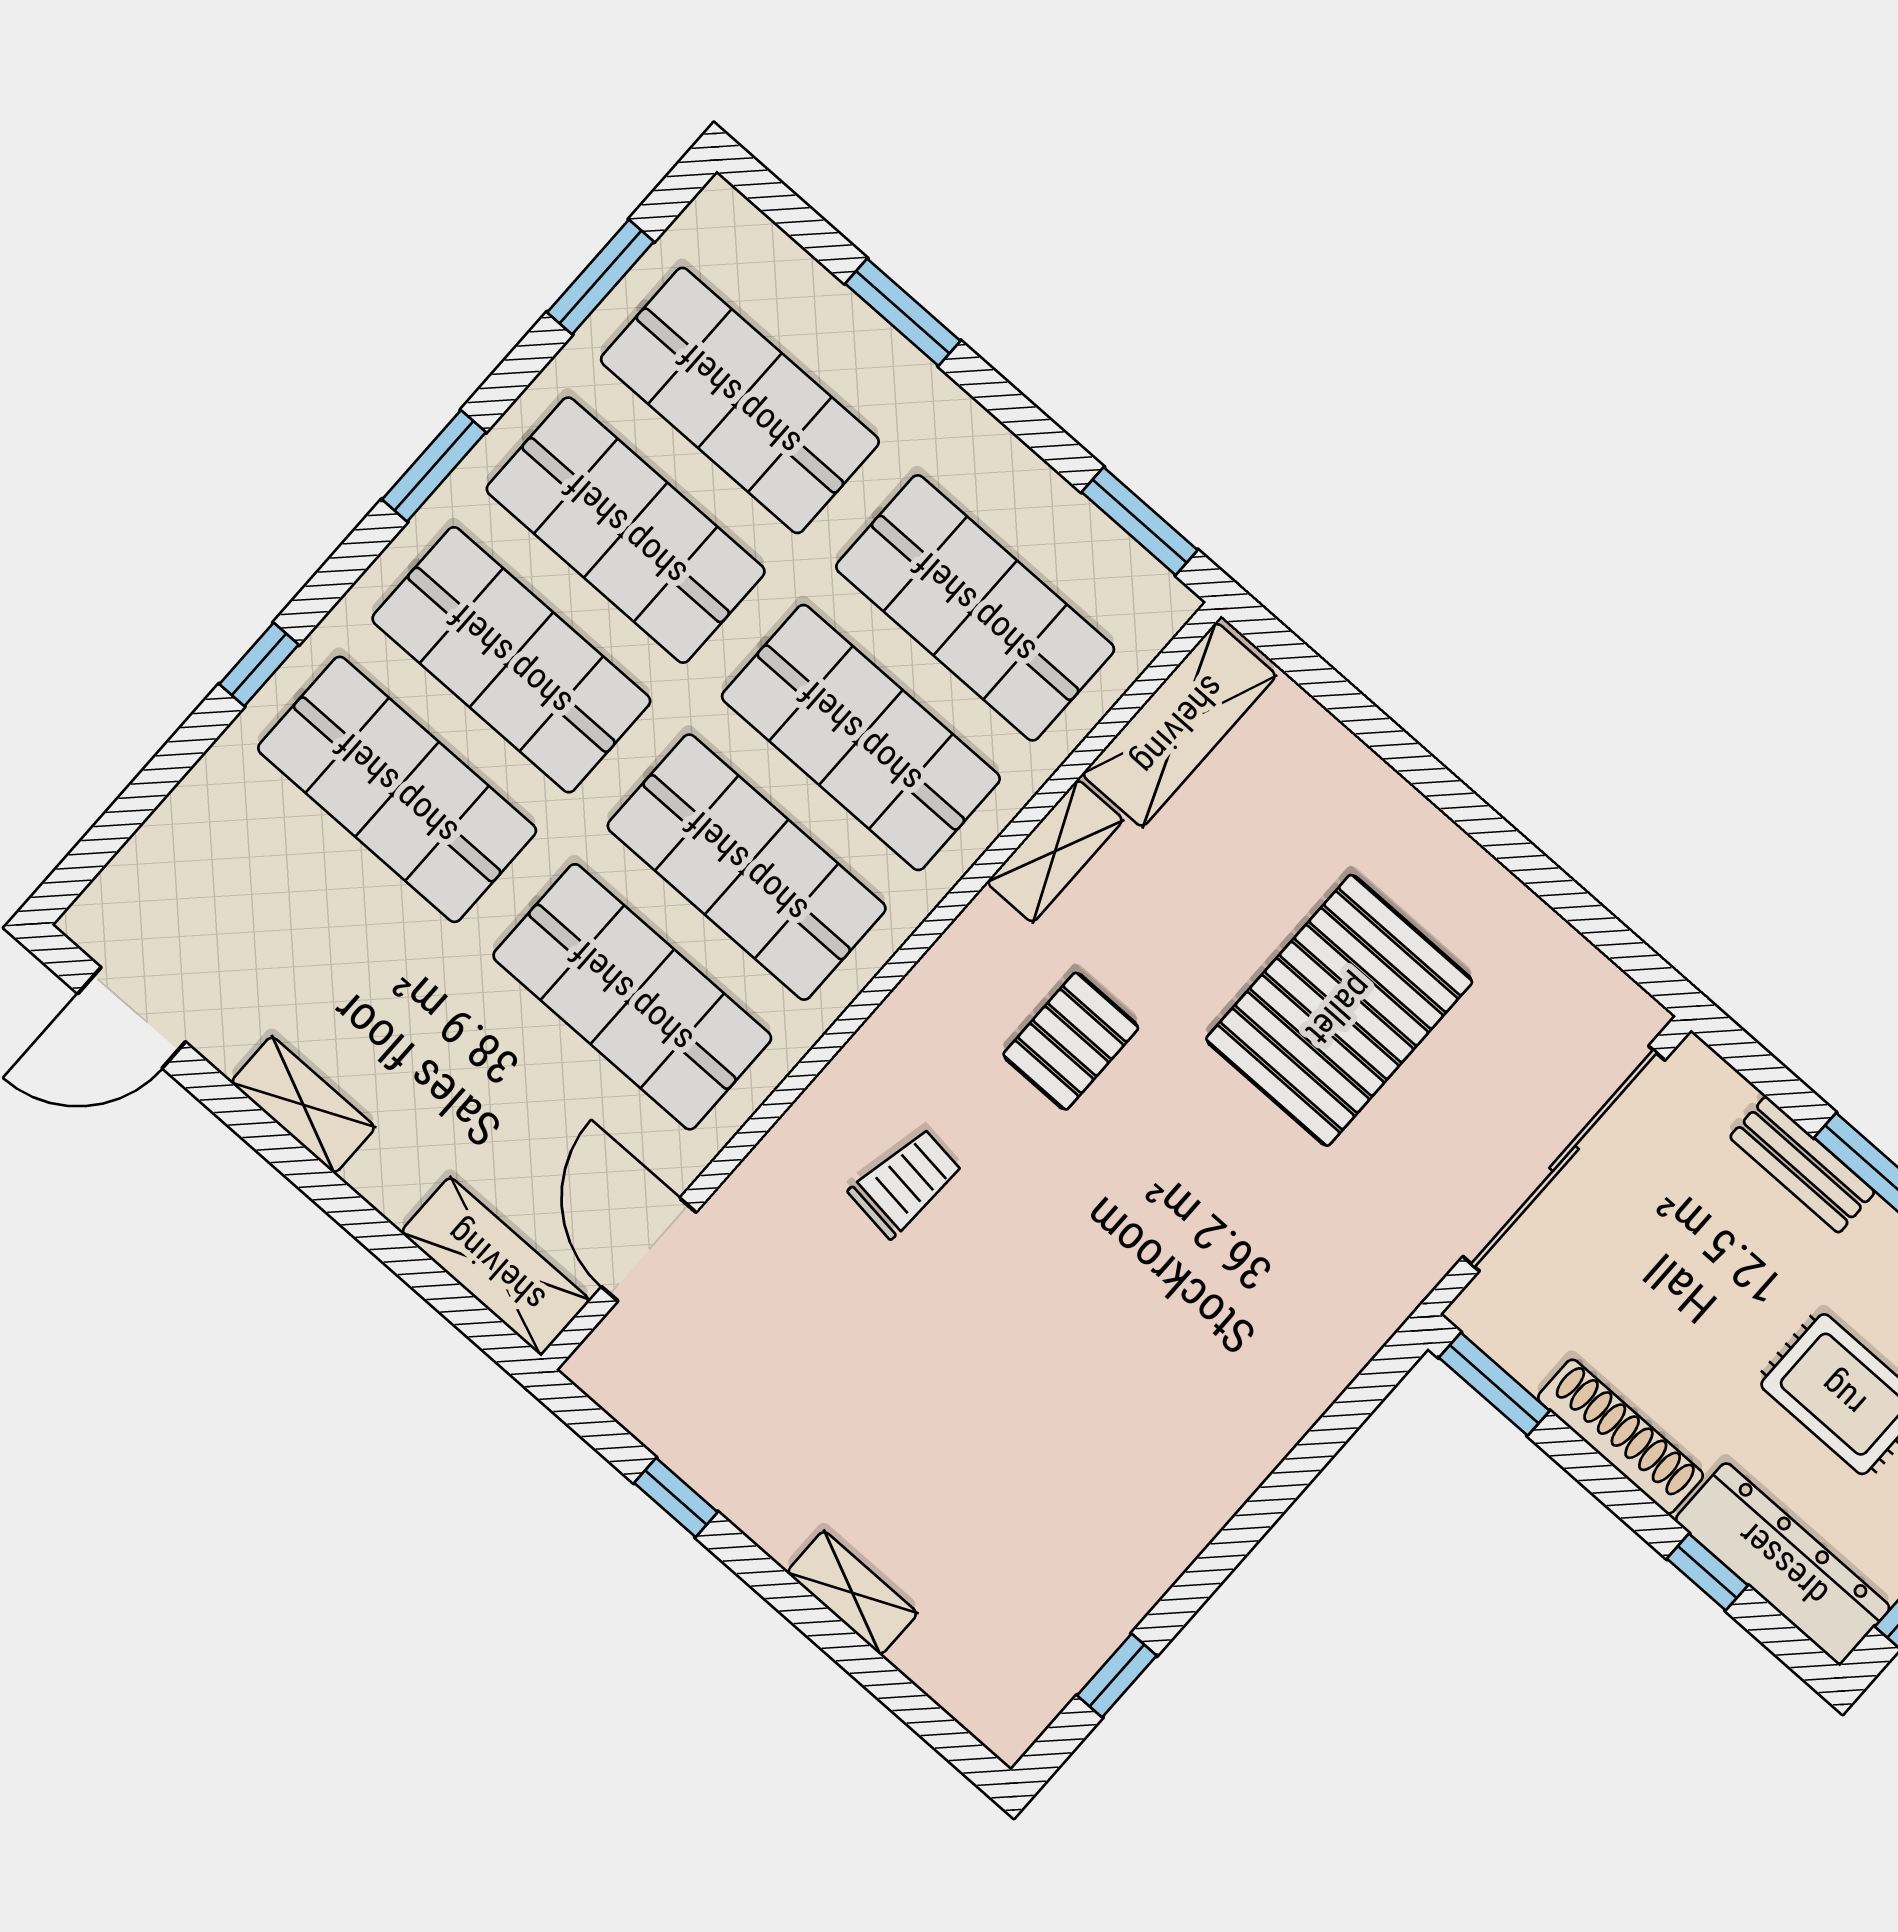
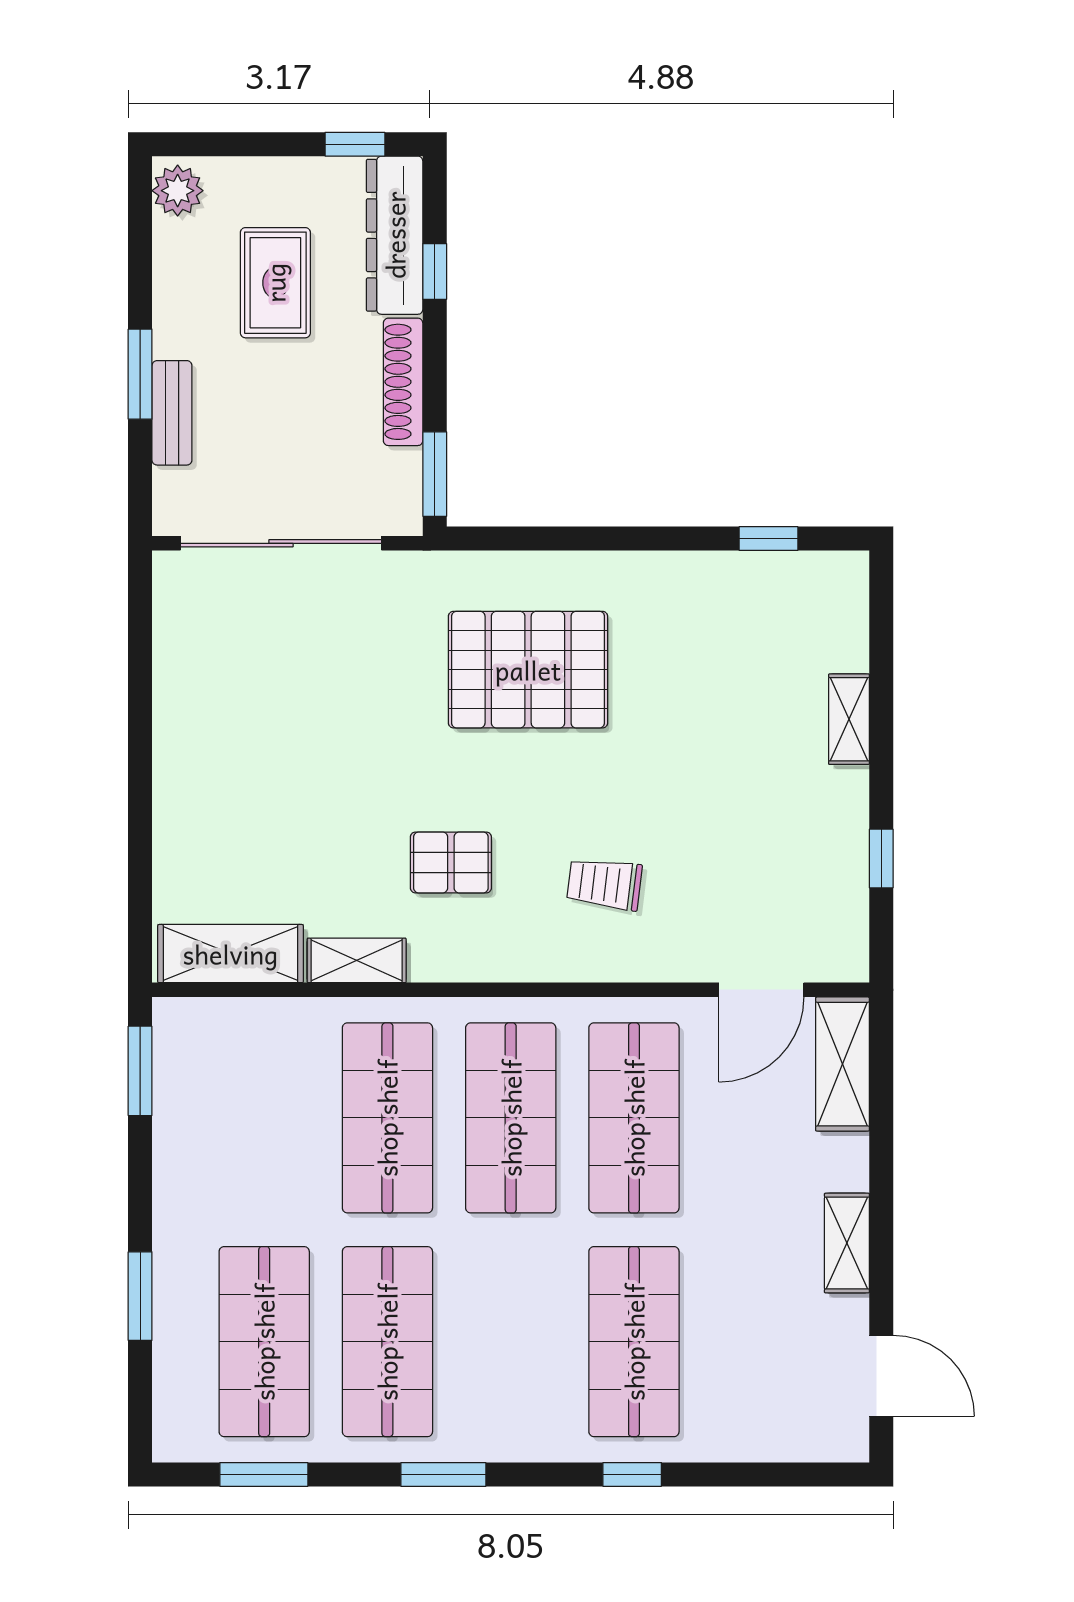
shop shelf: (975, 608) -> (264, 1118), removed
shop shelf: (511, 660) -> (511, 1342), removed
pallet: (1339, 1010) -> (528, 670), moved

